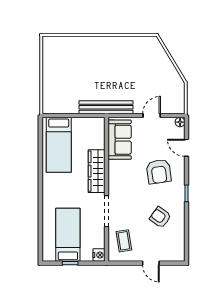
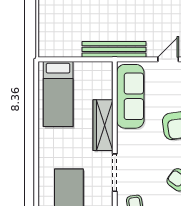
sofa: (120, 140) -> (130, 96), width x1.36

